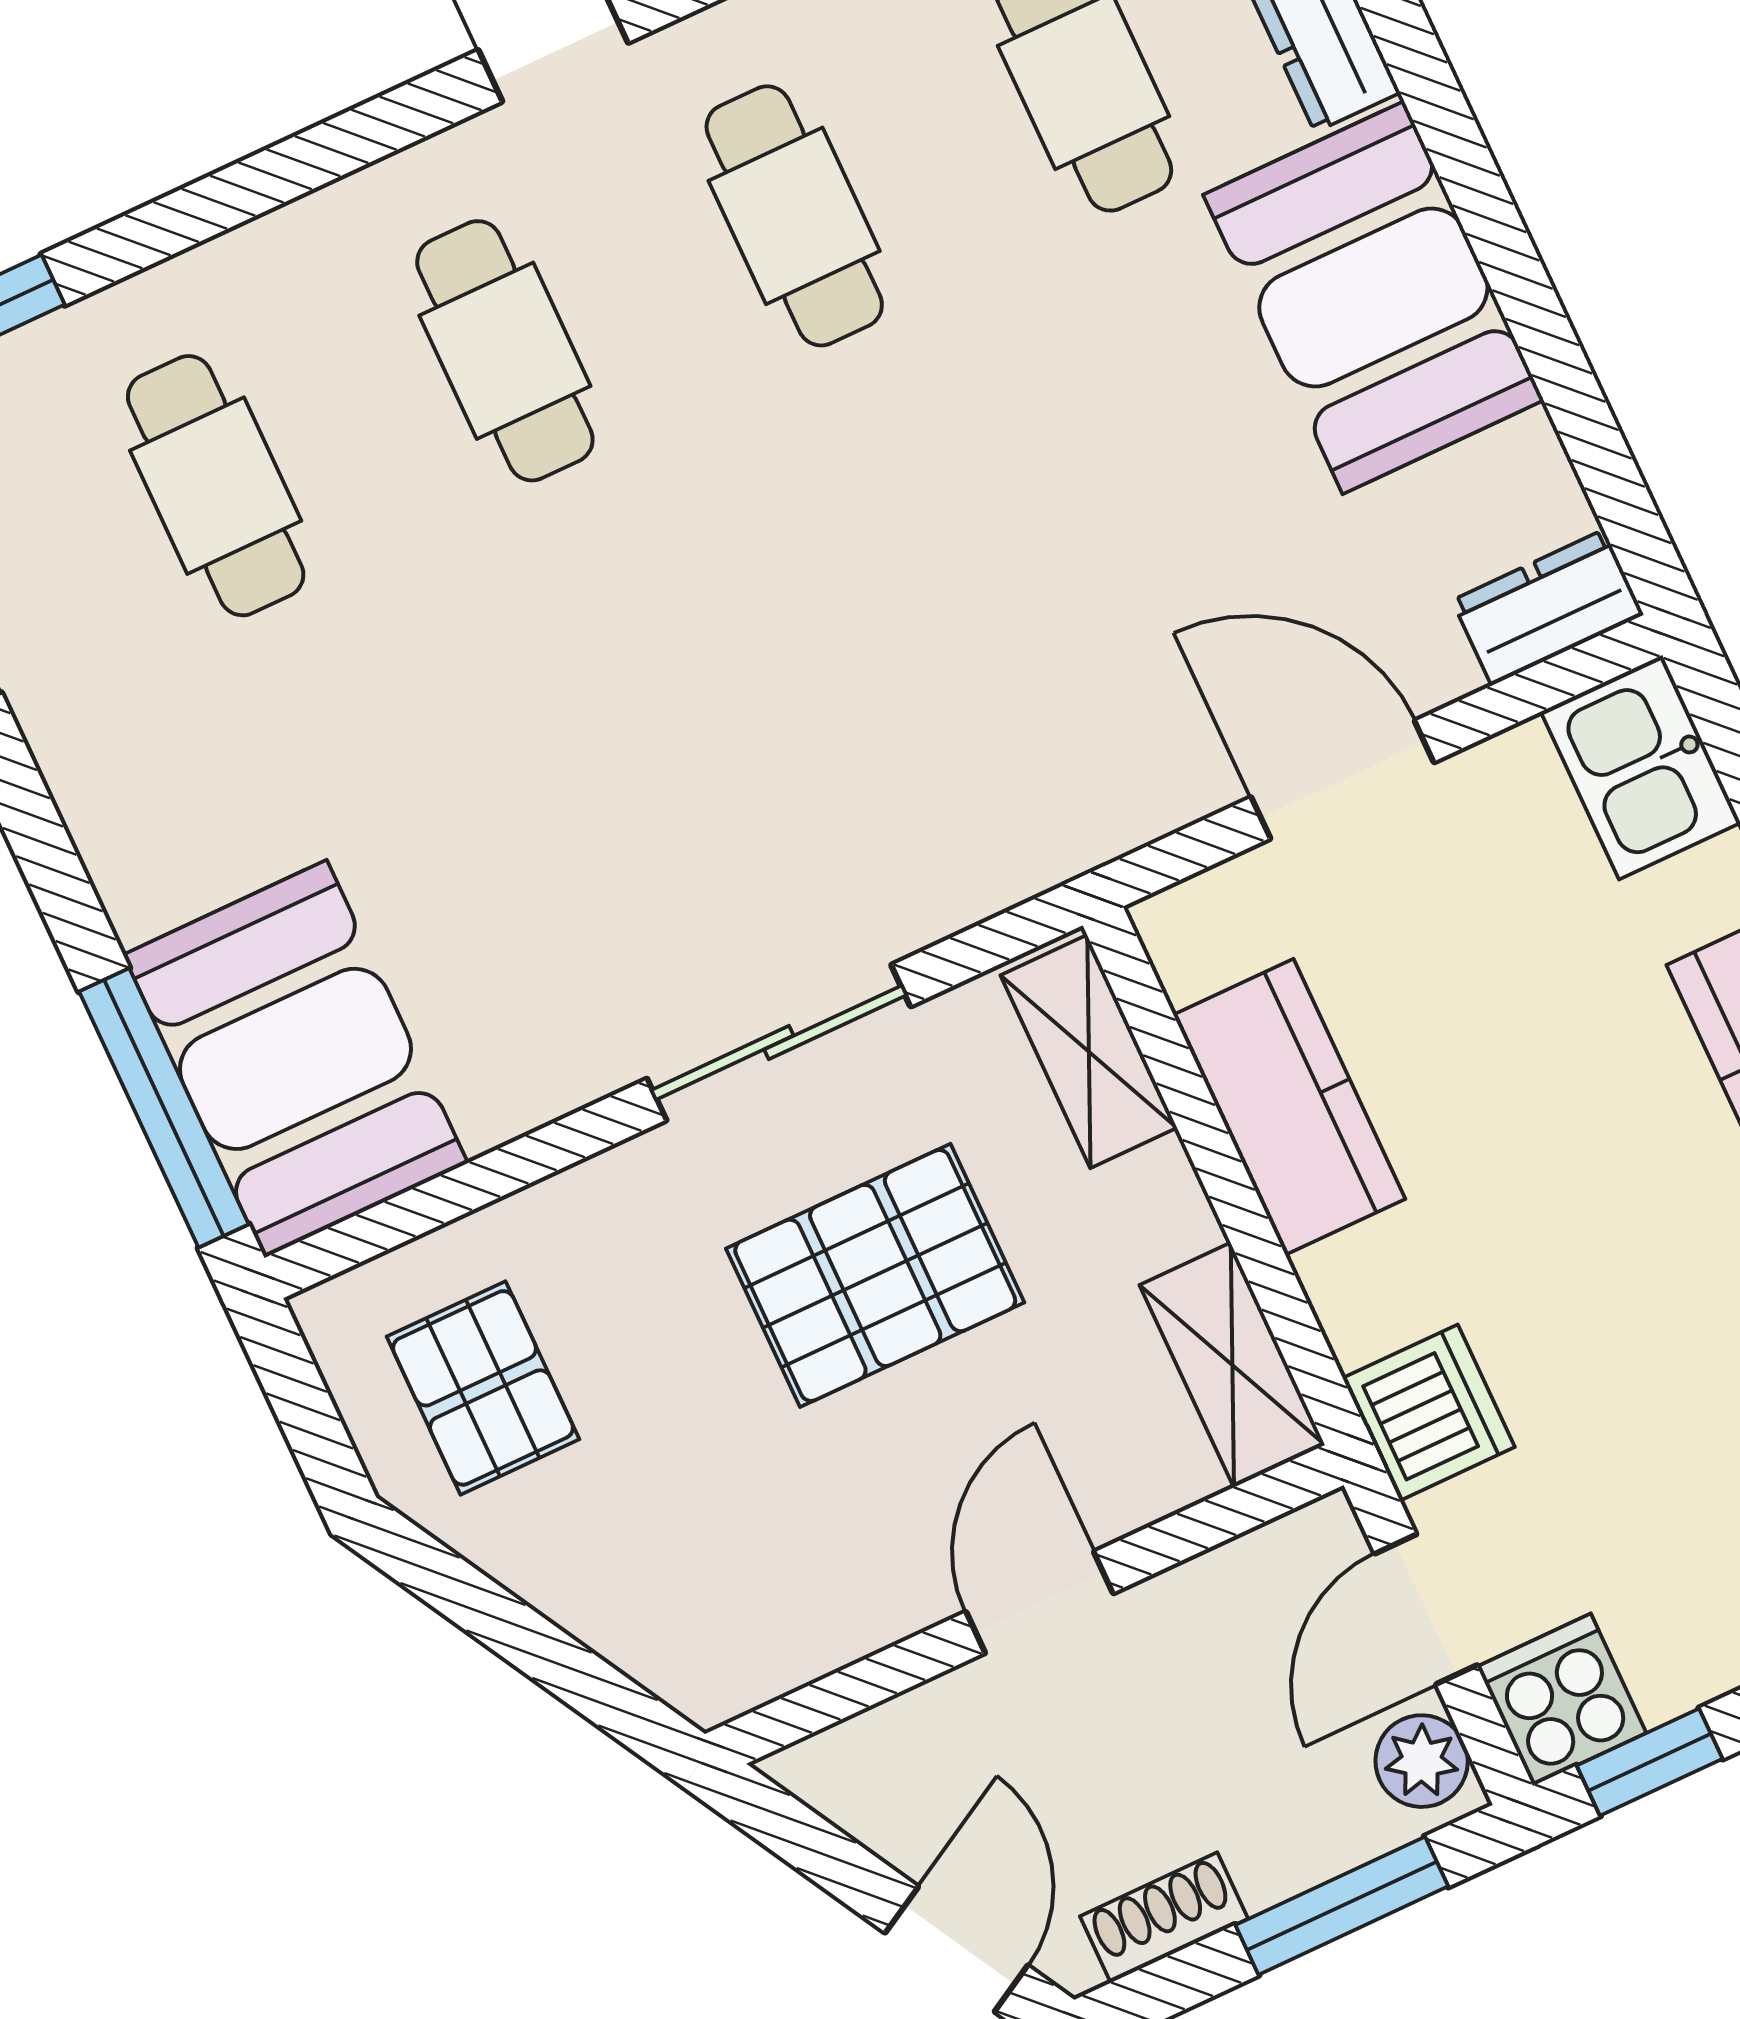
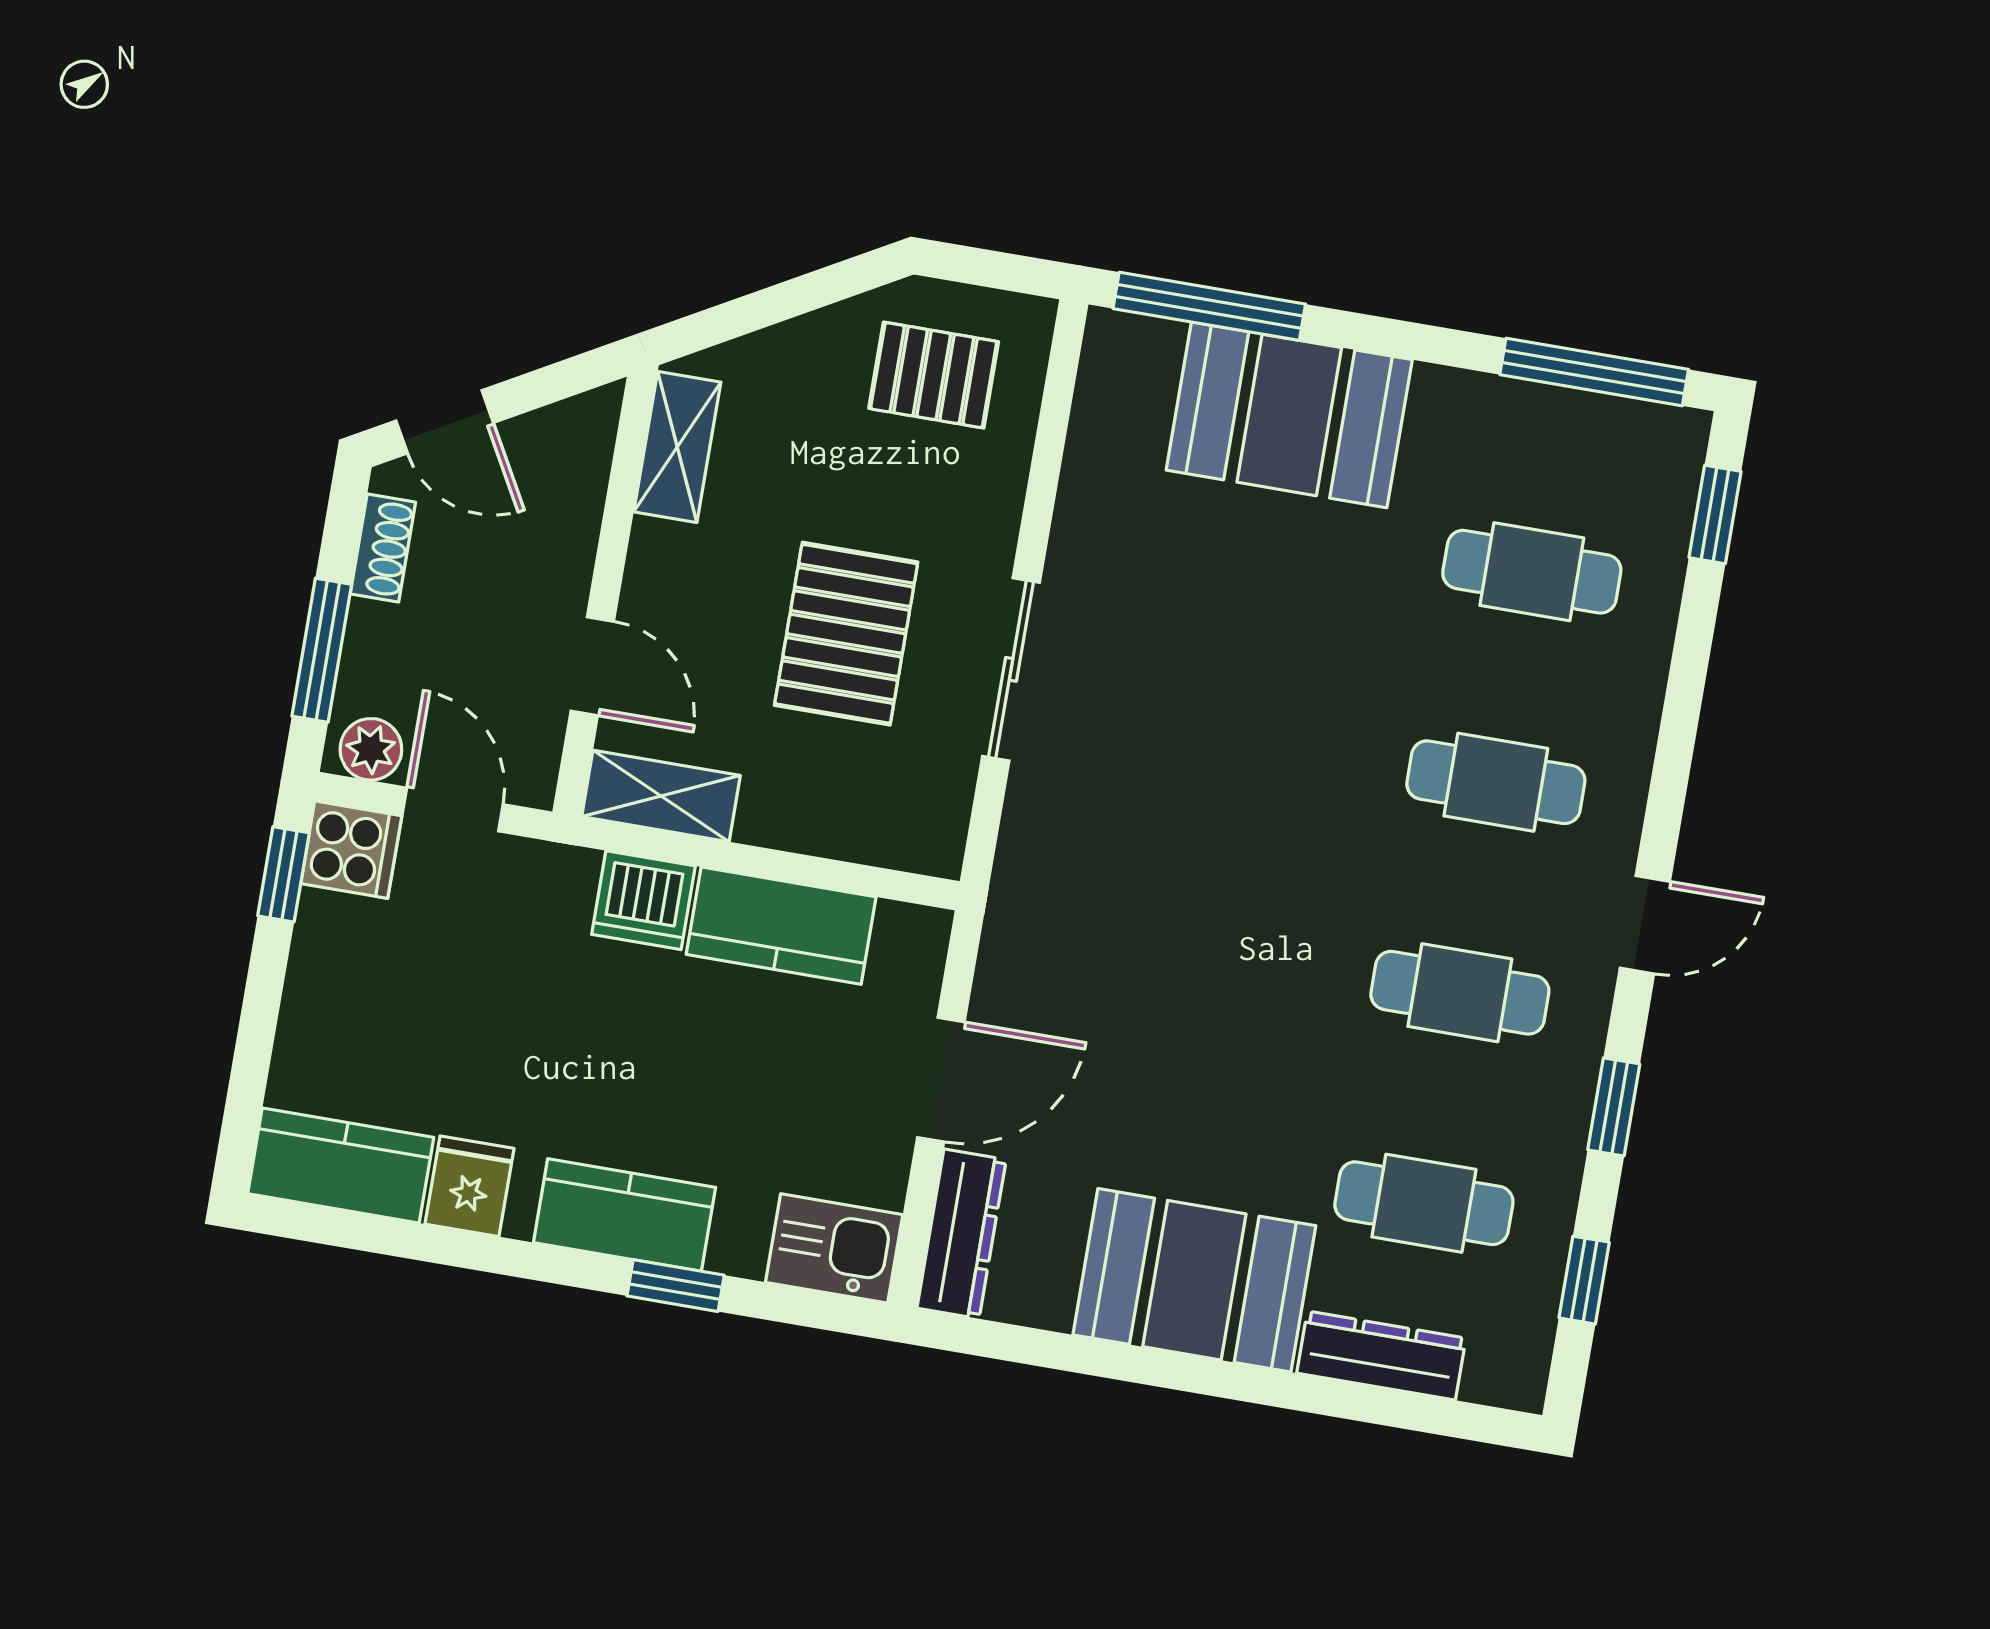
dresser: (1548, 608) -> (962, 1234), width x1.44
shelving: (1089, 1051) -> (677, 447), moved, turned 90
booth: (295, 1059) -> (1289, 415), moved
dishwasher: (1429, 1413) -> (643, 900), moved
door: (1040, 1602) -> (592, 666), moved

